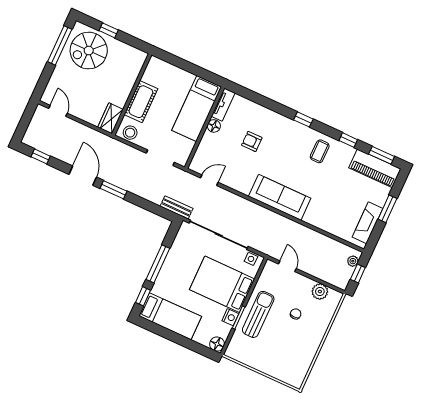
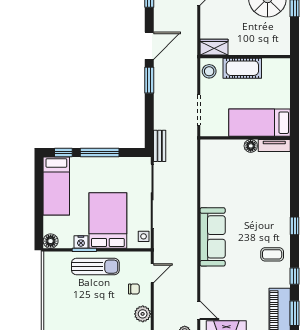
armchair: (252, 141) -> (252, 187), removed
door: (209, 180) -> (199, 310), moved
chair: (296, 314) -> (134, 289), moved

